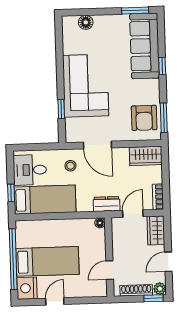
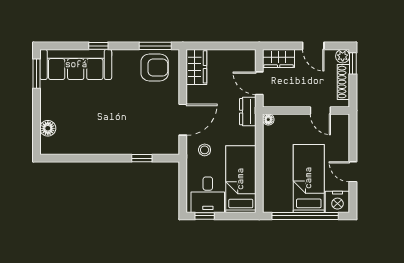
corner sofa: (86, 86) -> (117, 130), removed
window: (11, 193) -> (205, 216), moved
bookcase: (158, 197) -> (242, 55), removed

